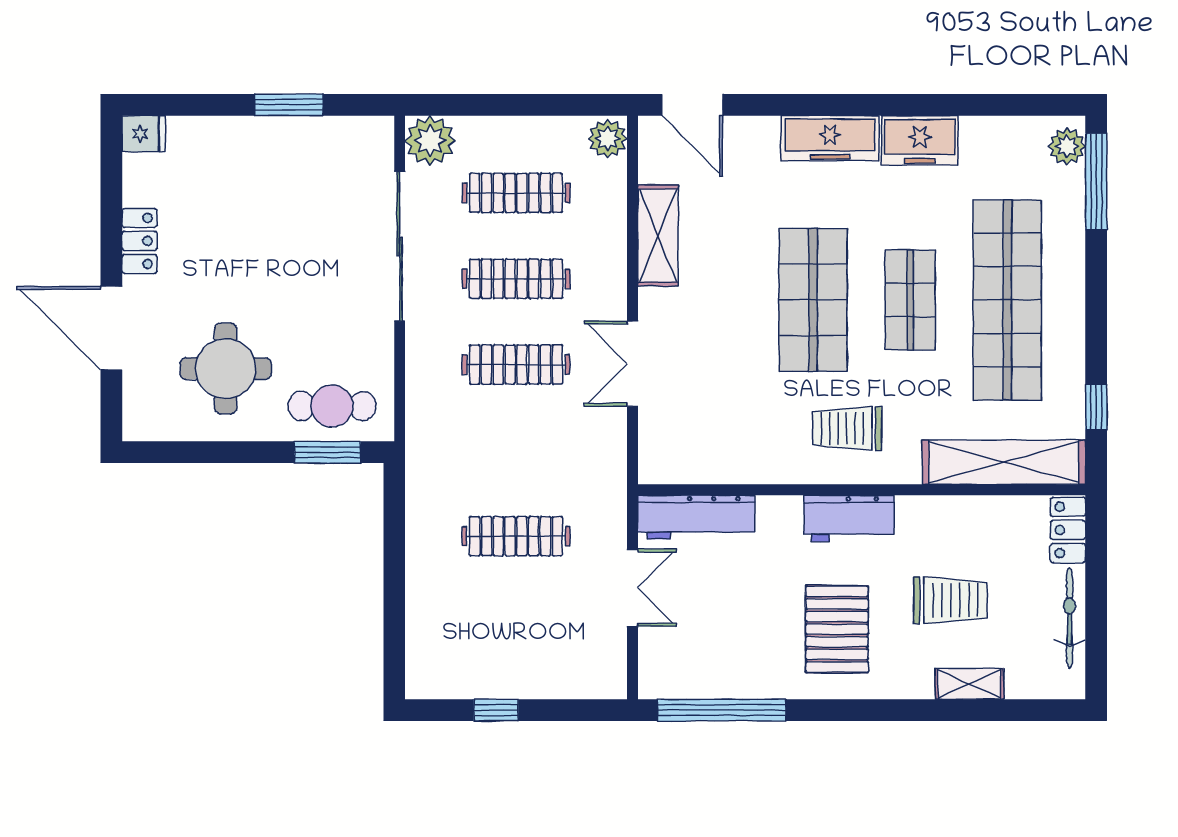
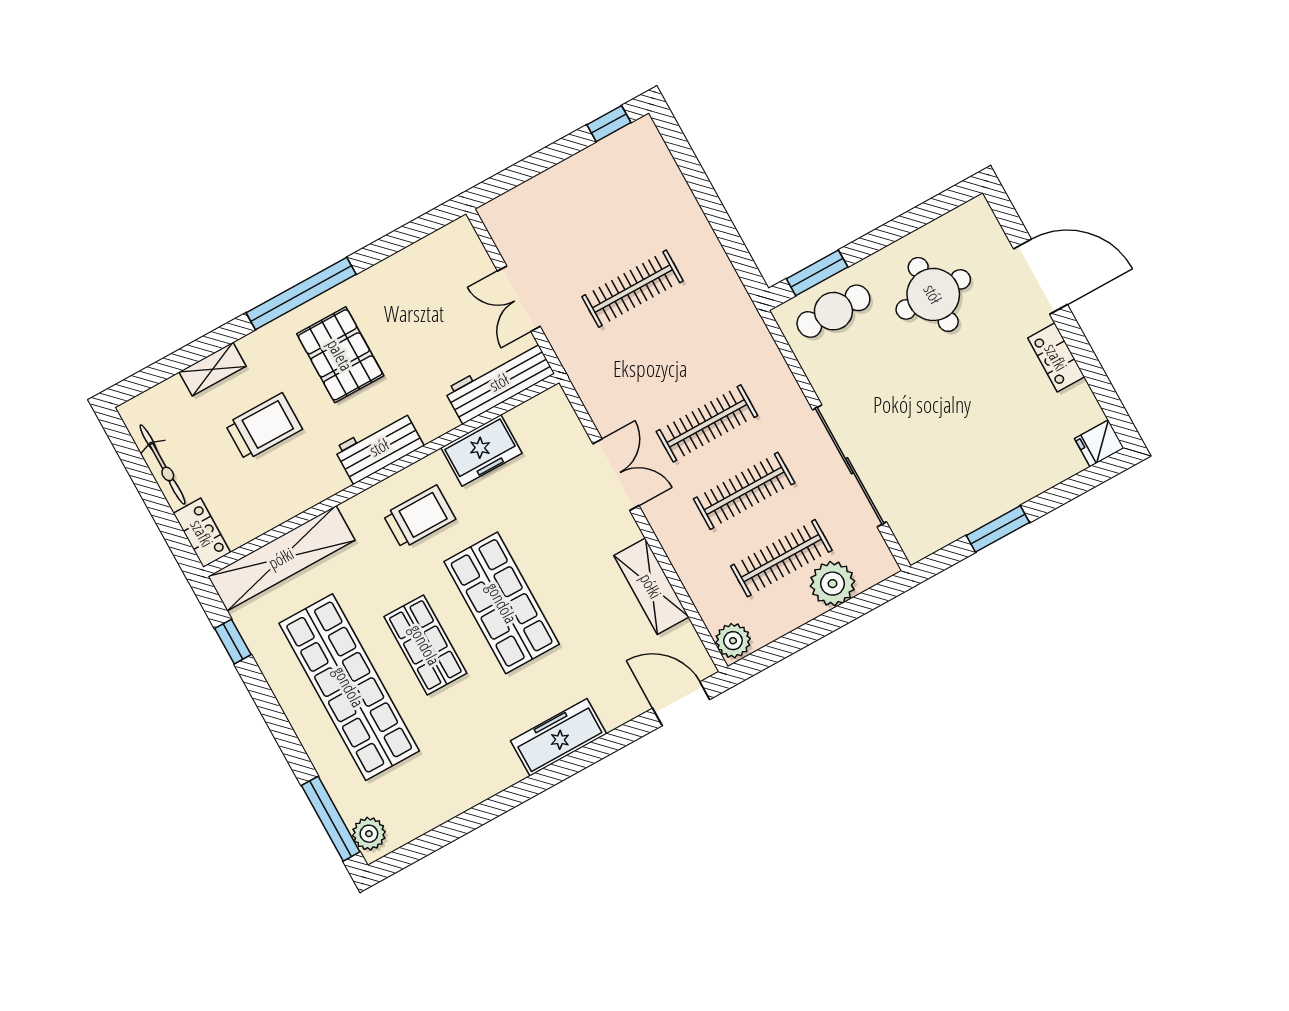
freezer: (920, 140) -> (481, 450), moved, turned 180
plant: (430, 141) -> (832, 584), moved
trolley: (950, 600) -> (264, 427), turned 180
window: (496, 710) -> (609, 124), moved
window: (722, 710) -> (301, 293), moved

